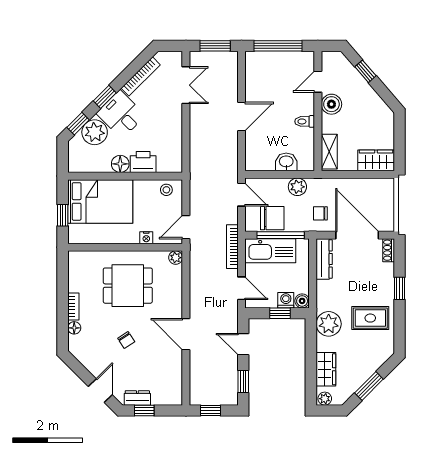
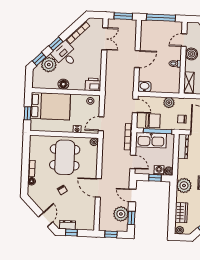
printer: (143, 162) -> (93, 84), moved
washbasin: (286, 162) -> (145, 87), moved
dining table: (128, 286) -> (65, 157), width x1.37
plant: (226, 376) -> (121, 214), added

